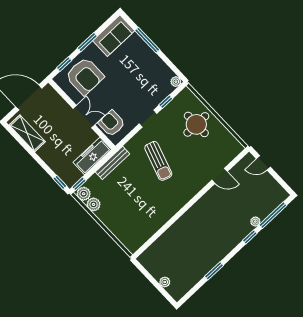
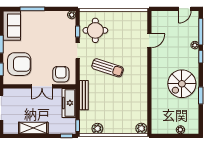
double door: (84, 117) -> (42, 86), swing flipped
armchair: (112, 123) -> (61, 74), turned 90
round table: (196, 124) -> (95, 30), moved
shelving: (27, 133) -> (33, 128), moved
door: (263, 163) -> (185, 9), moved
plant: (84, 194) -> (141, 128), moved
spiral stairs: (208, 243) -> (182, 84), added

